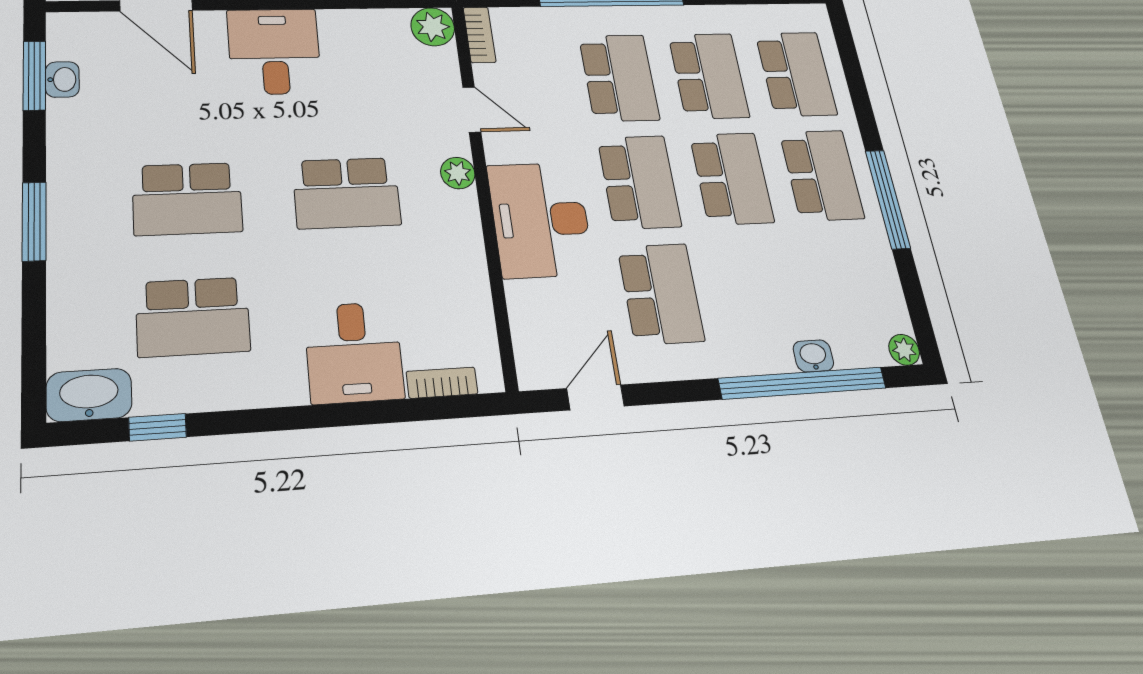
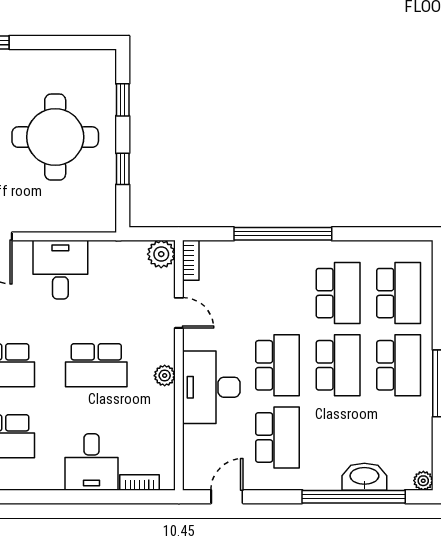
school desk: (619, 78) -> (278, 293), removed
plant: (458, 173) -> (165, 376), moved
washbasin: (813, 356) -> (364, 477), width x1.91, depth x1.45

